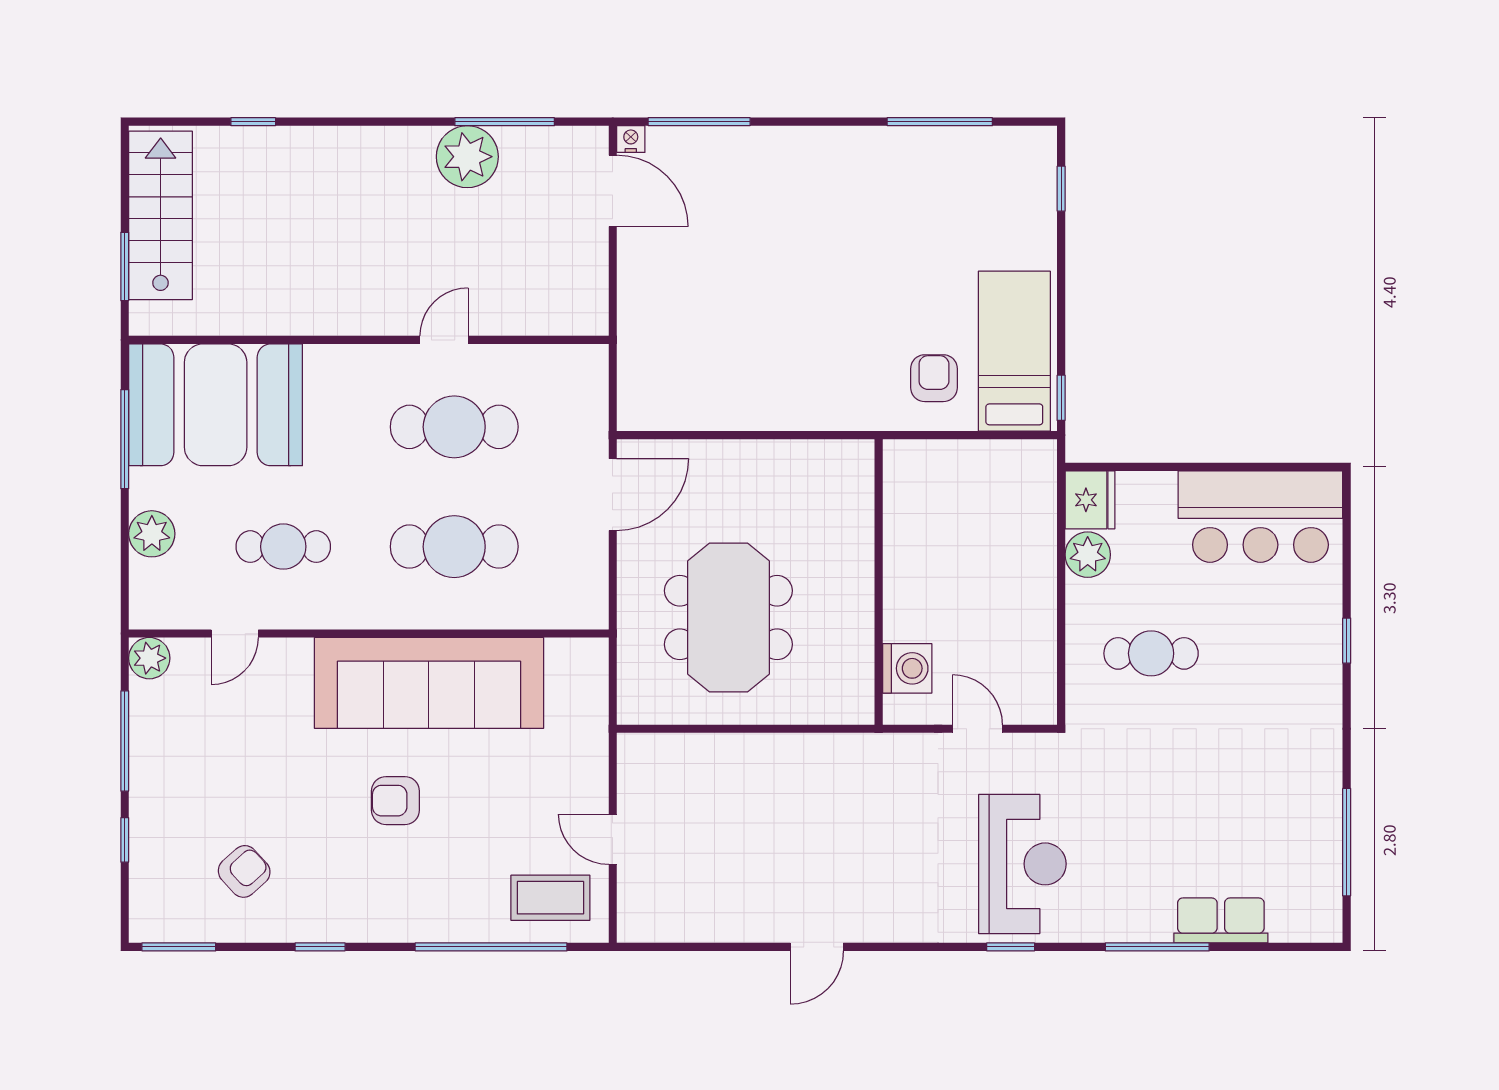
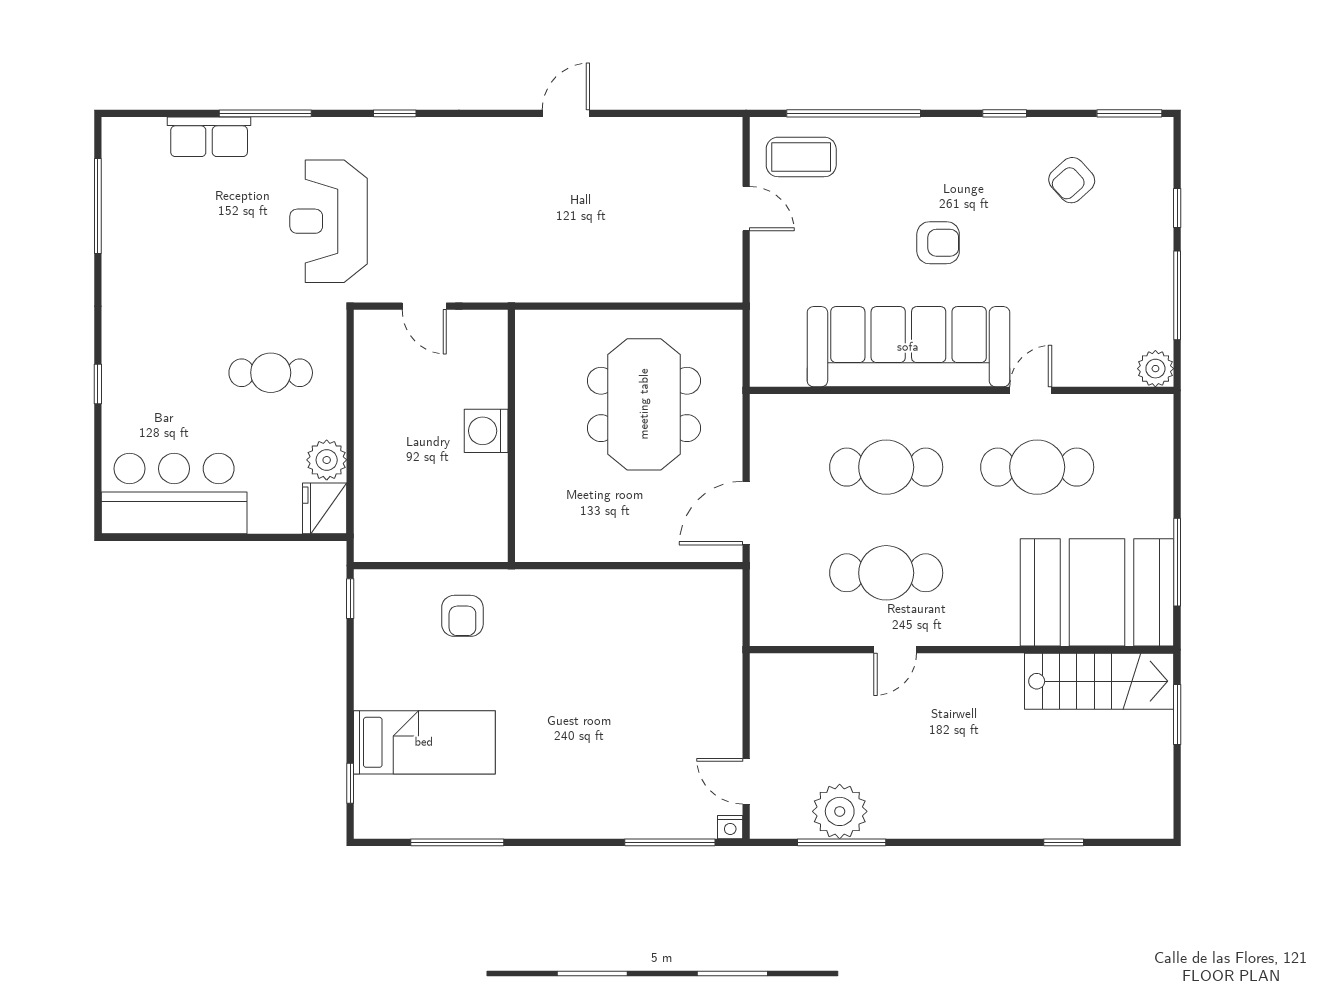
plant: (467, 157) -> (840, 811), moved
door: (613, 191) -> (746, 781), width x0.73
stairs: (161, 215) -> (1099, 681), moved, turned -90
bed: (1014, 351) -> (424, 742), moved, turned -90
plant: (152, 534) -> (1153, 478), removed
cafe table: (283, 547) -> (1037, 467), width x1.37, depth x1.35
door: (235, 634) -> (1031, 390), moved
washing machine: (907, 668) -> (486, 431), moved
reception desk: (1022, 864) -> (329, 221), moved

